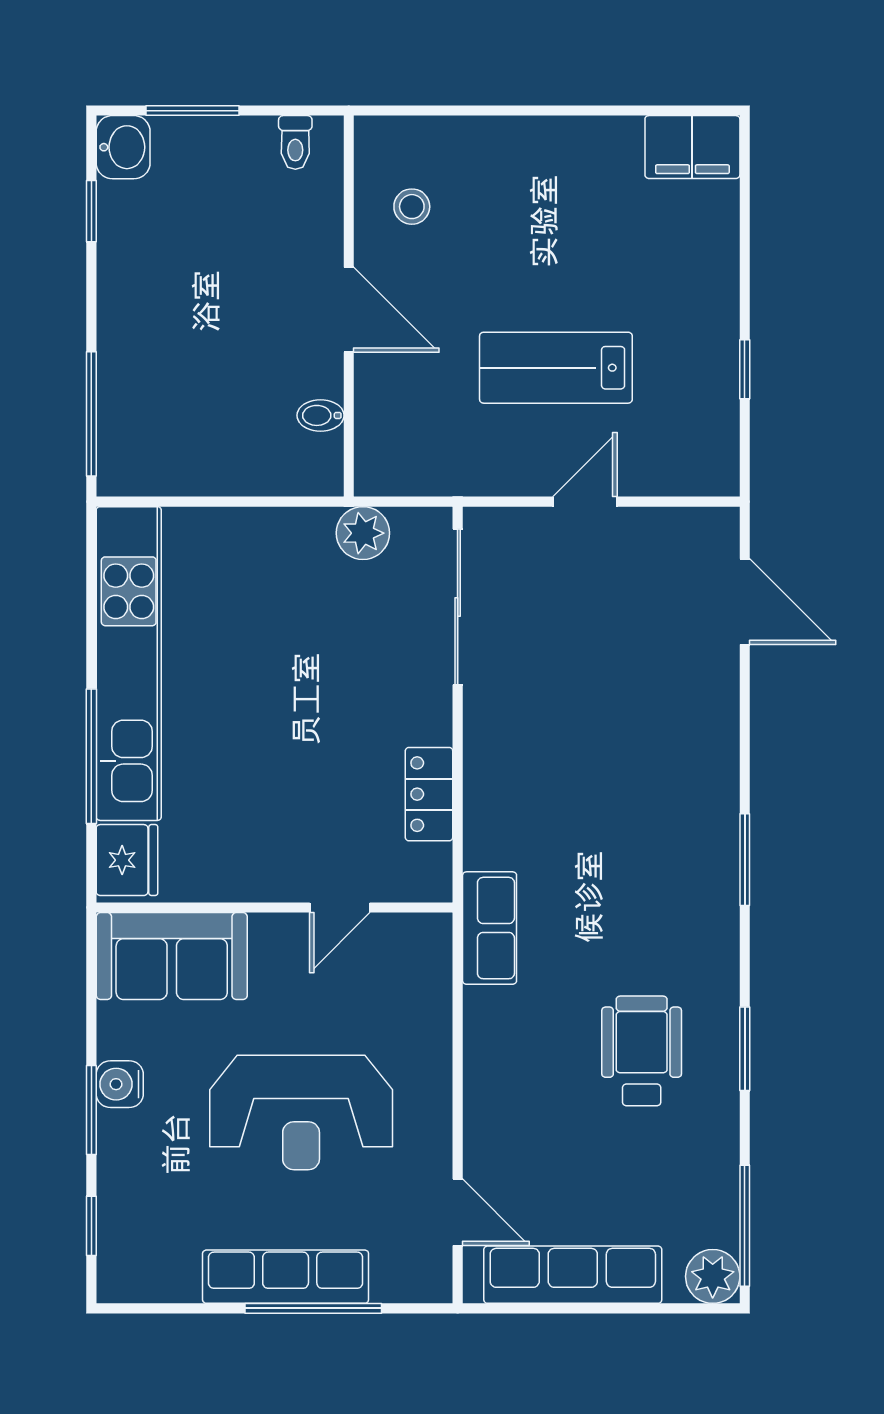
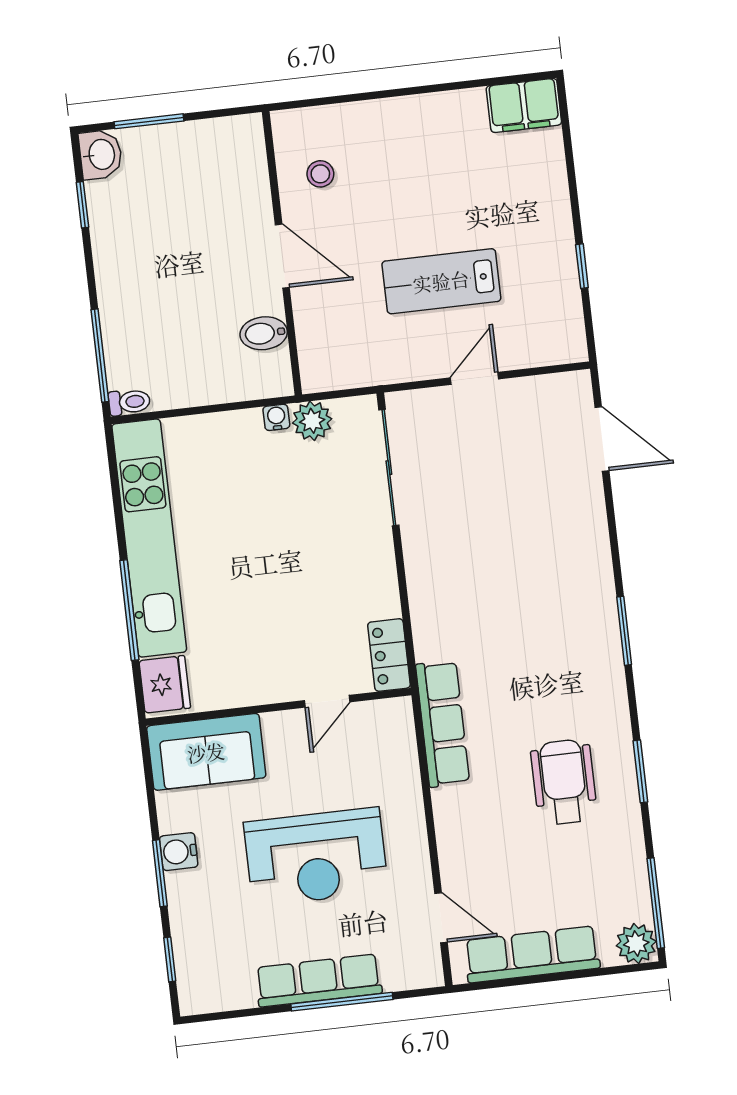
toilet: (295, 142) -> (129, 402), moved, turned -90
bidet: (320, 415) -> (264, 333), width x1.38, depth x1.36
water cooler: (316, 523) -> (276, 417), added
locker: (429, 794) -> (389, 655), moved
row of seats: (490, 928) -> (443, 724), width x1.48

